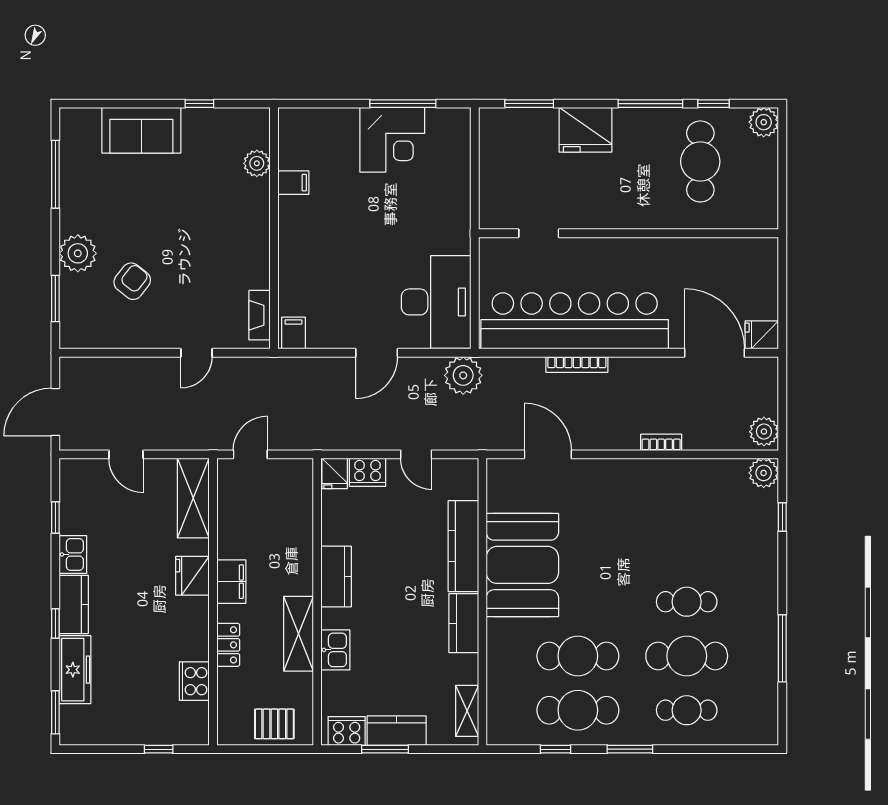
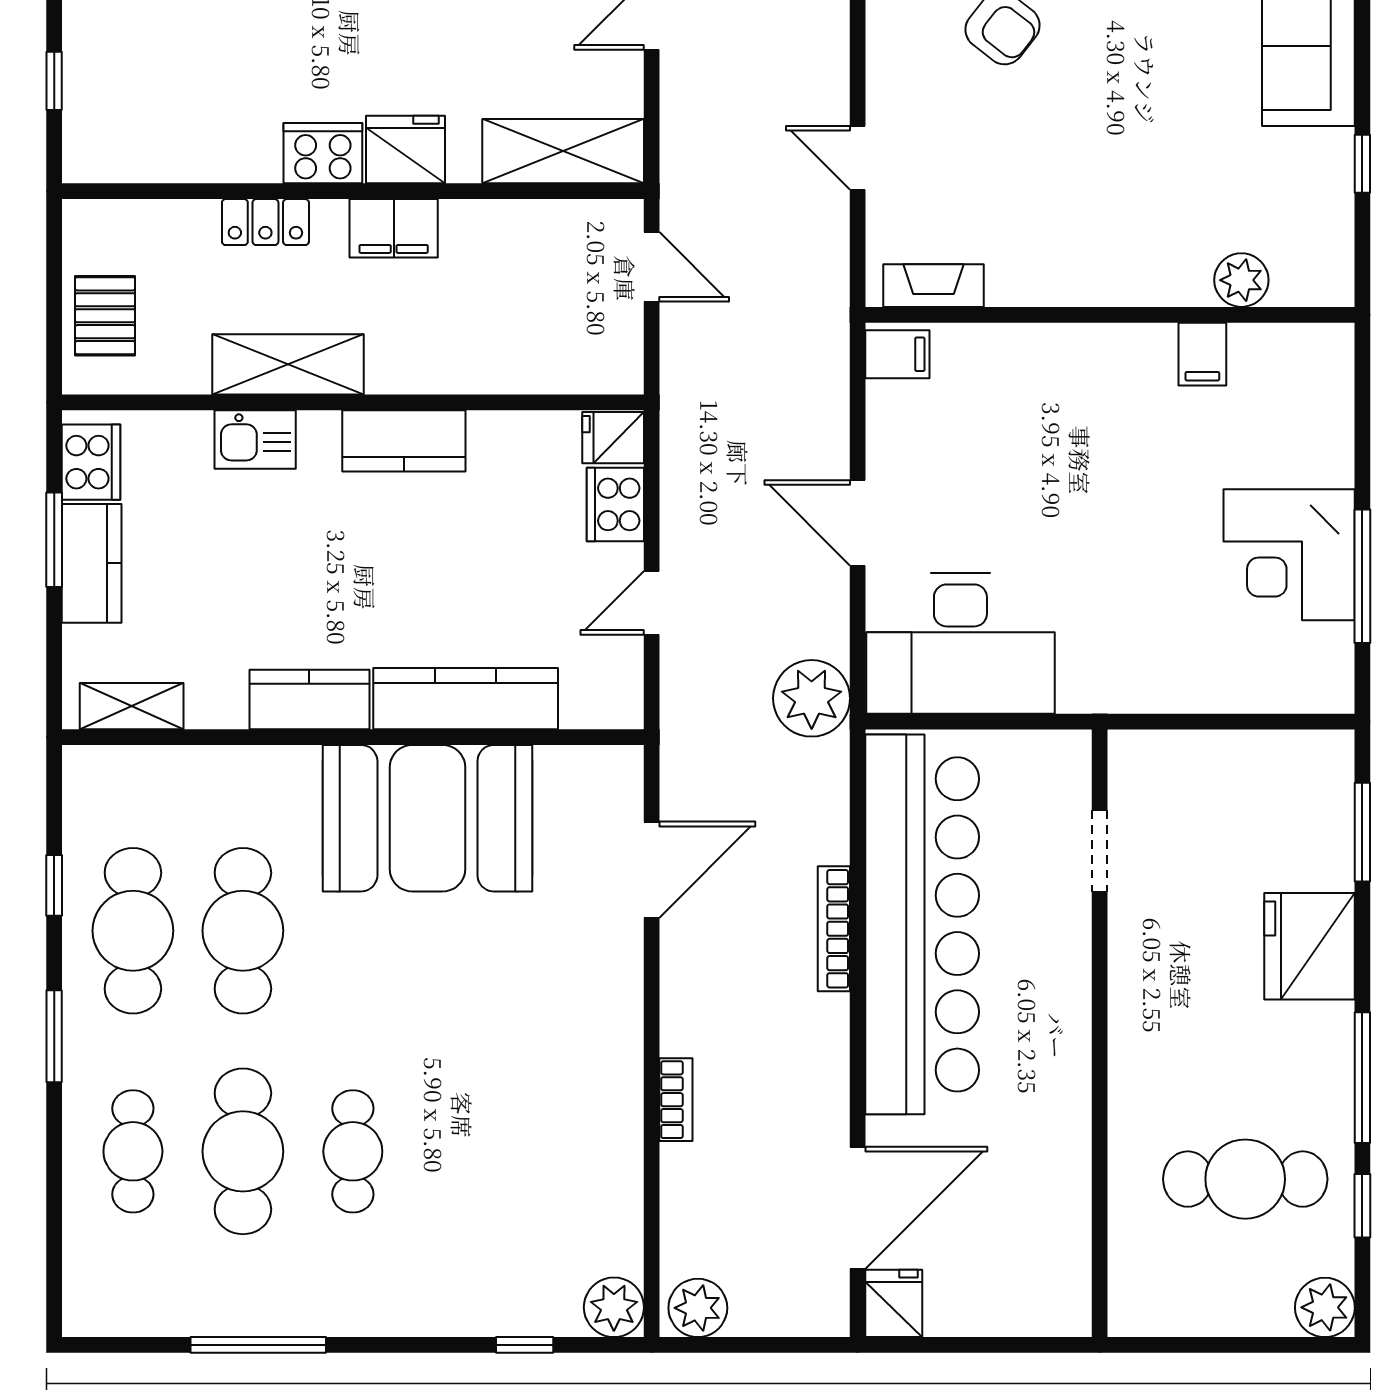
cooker: (194, 681) -> (323, 153), moved

